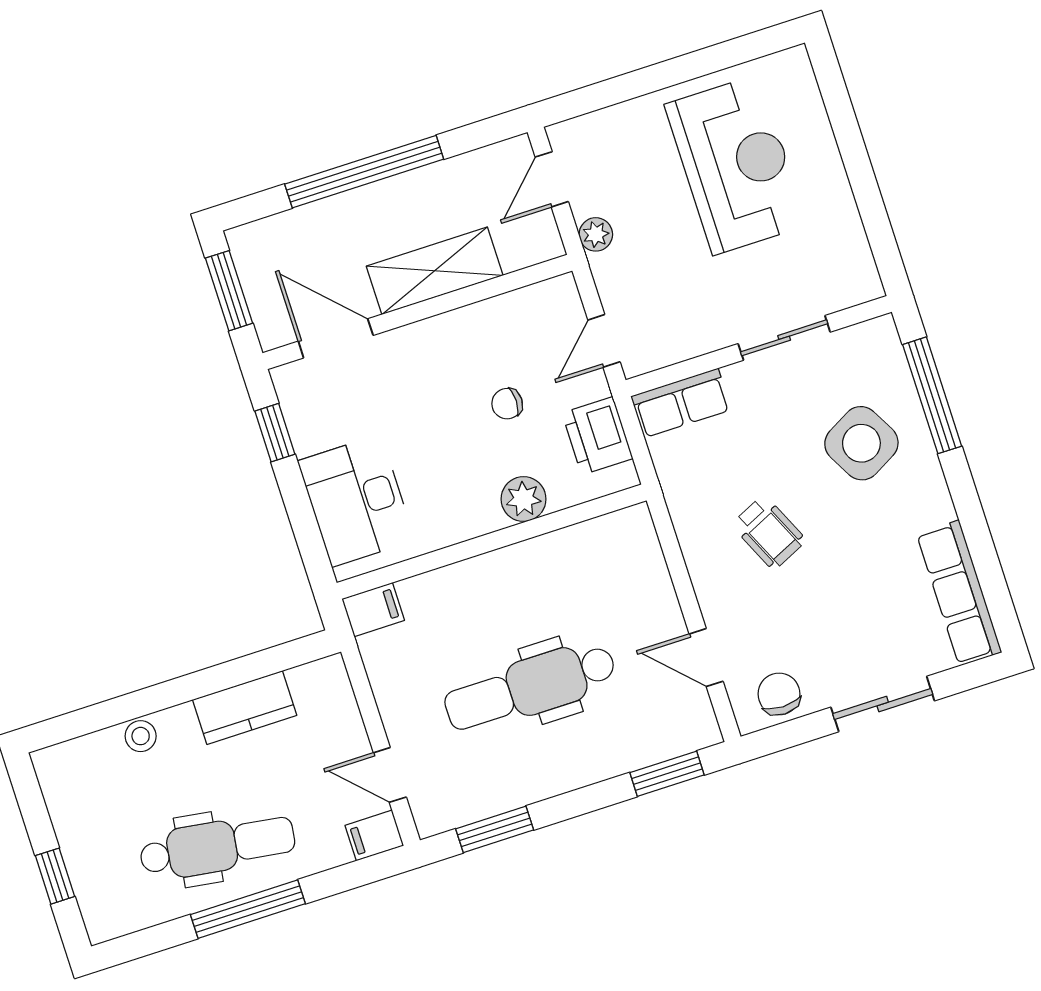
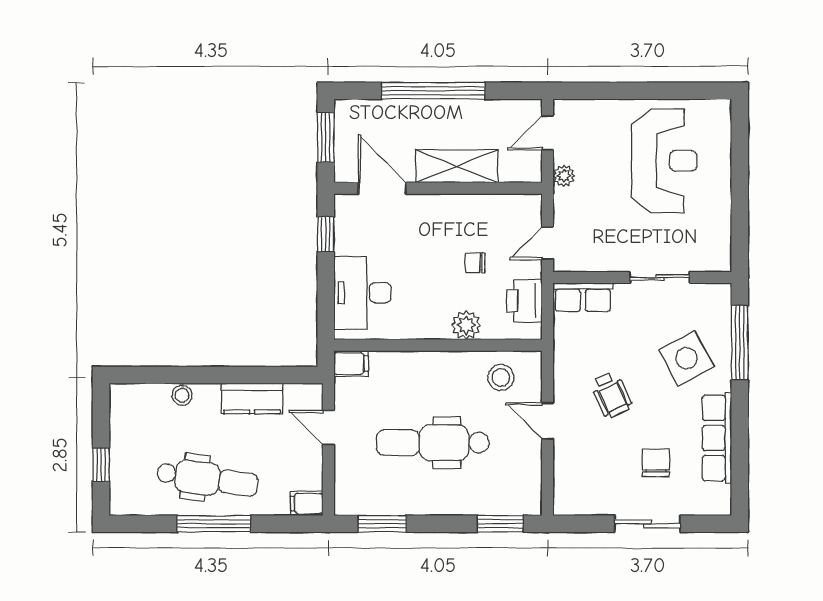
stool: (599, 559) -> (501, 378), added
row of seats: (959, 593) -> (717, 438), moved
door: (706, 658) -> (548, 421), moved
chair: (779, 694) -> (656, 463), moved
door: (390, 775) -> (328, 427), moved

